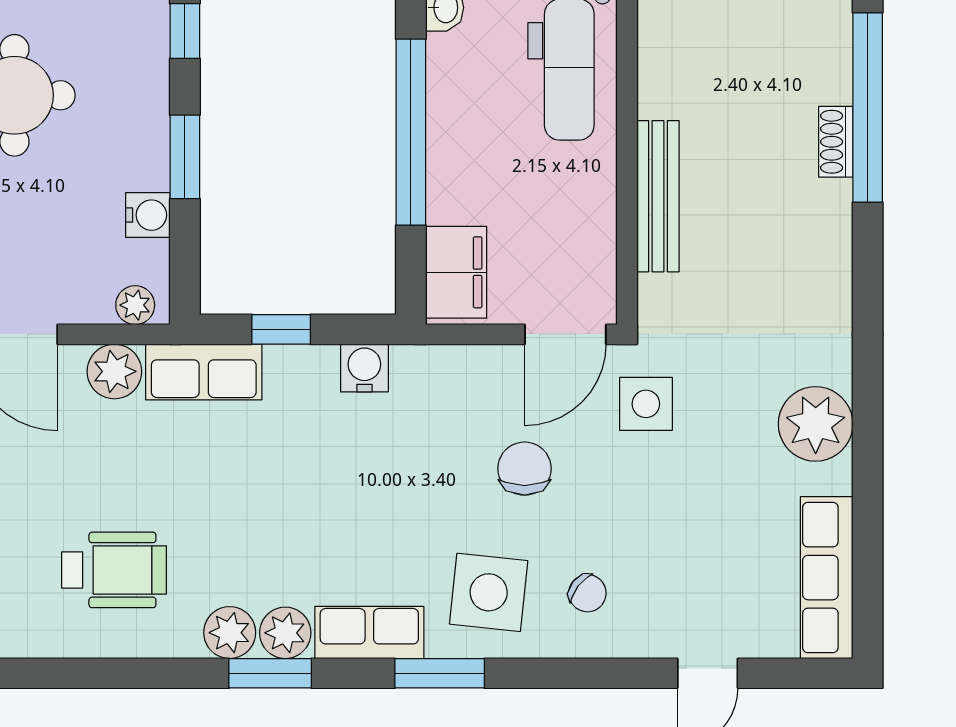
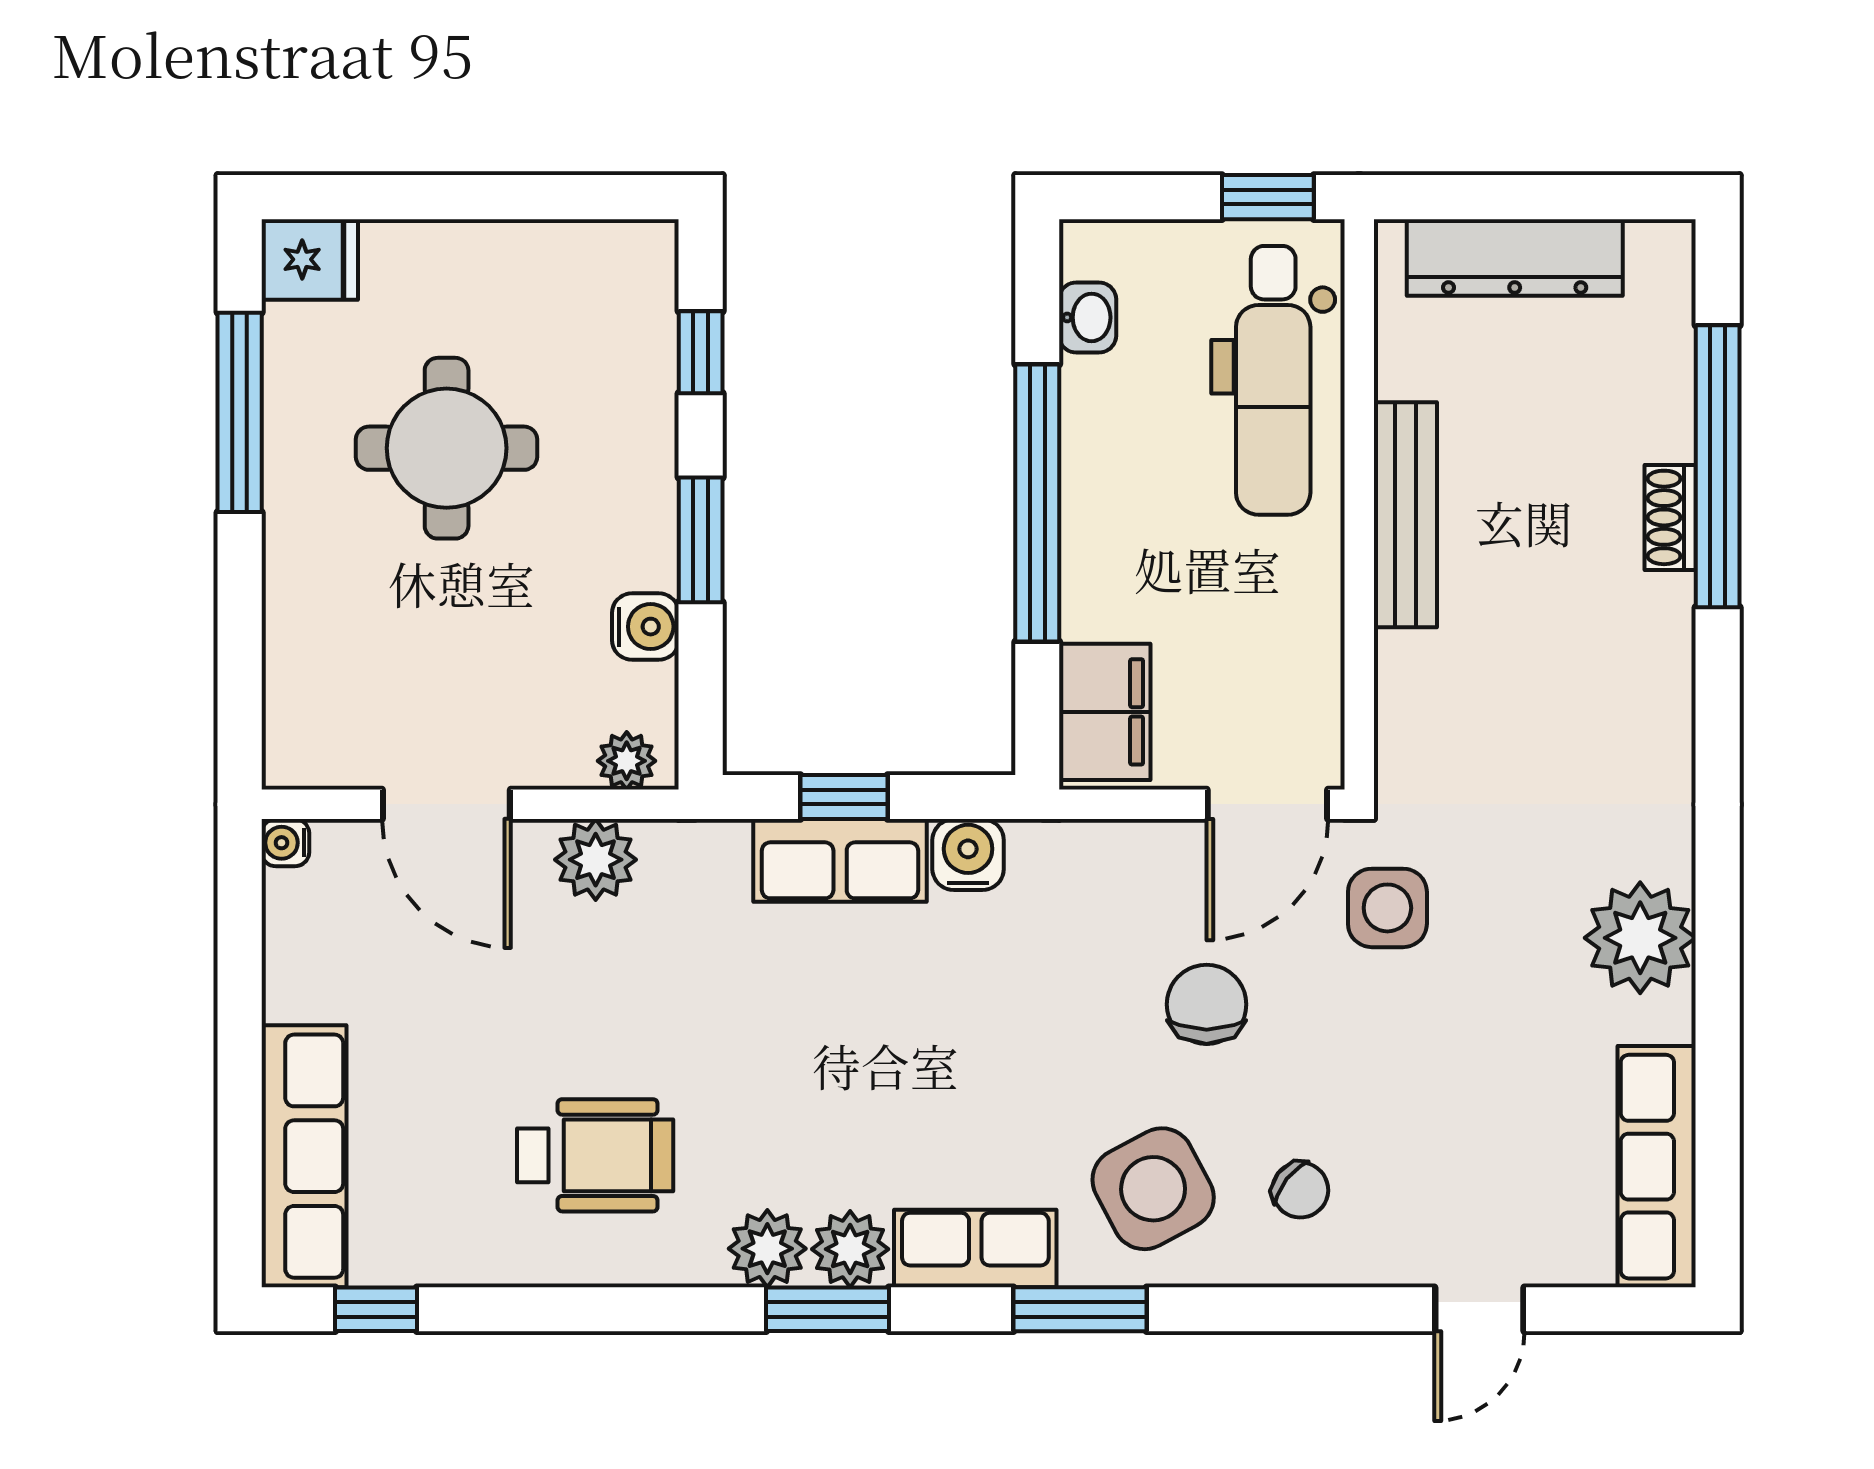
bench: (658, 196) -> (1405, 515), moved
row of seats: (204, 372) -> (840, 860), moved
side table: (489, 592) -> (1153, 1189), turned -34

